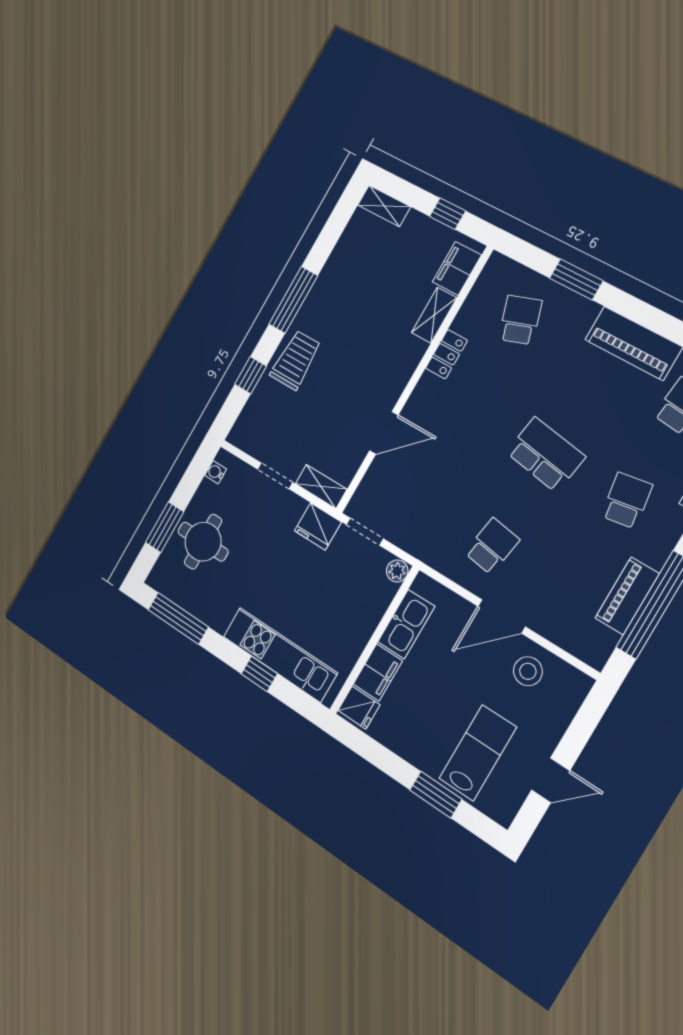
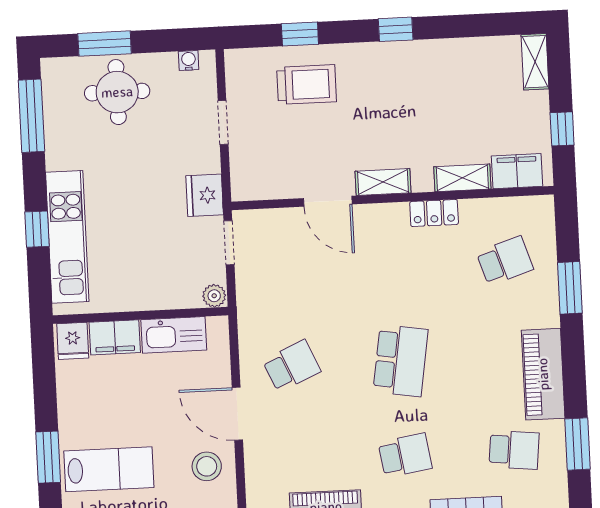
window: (293, 300) -> (396, 29), width x0.46
trolley: (296, 360) -> (307, 84), moved
shelving: (321, 487) -> (383, 182), moved, turned 90
school desk: (492, 546) -> (292, 366), turned -33

